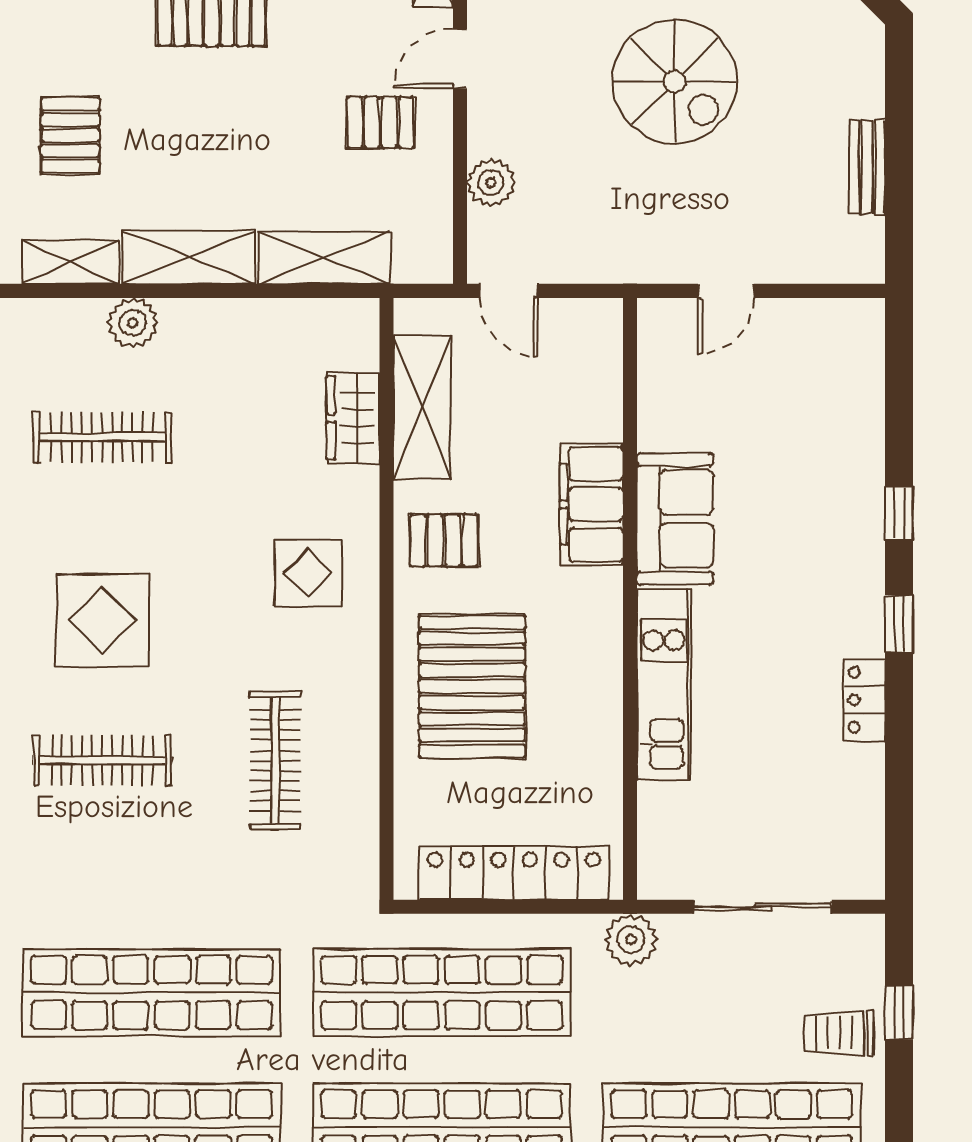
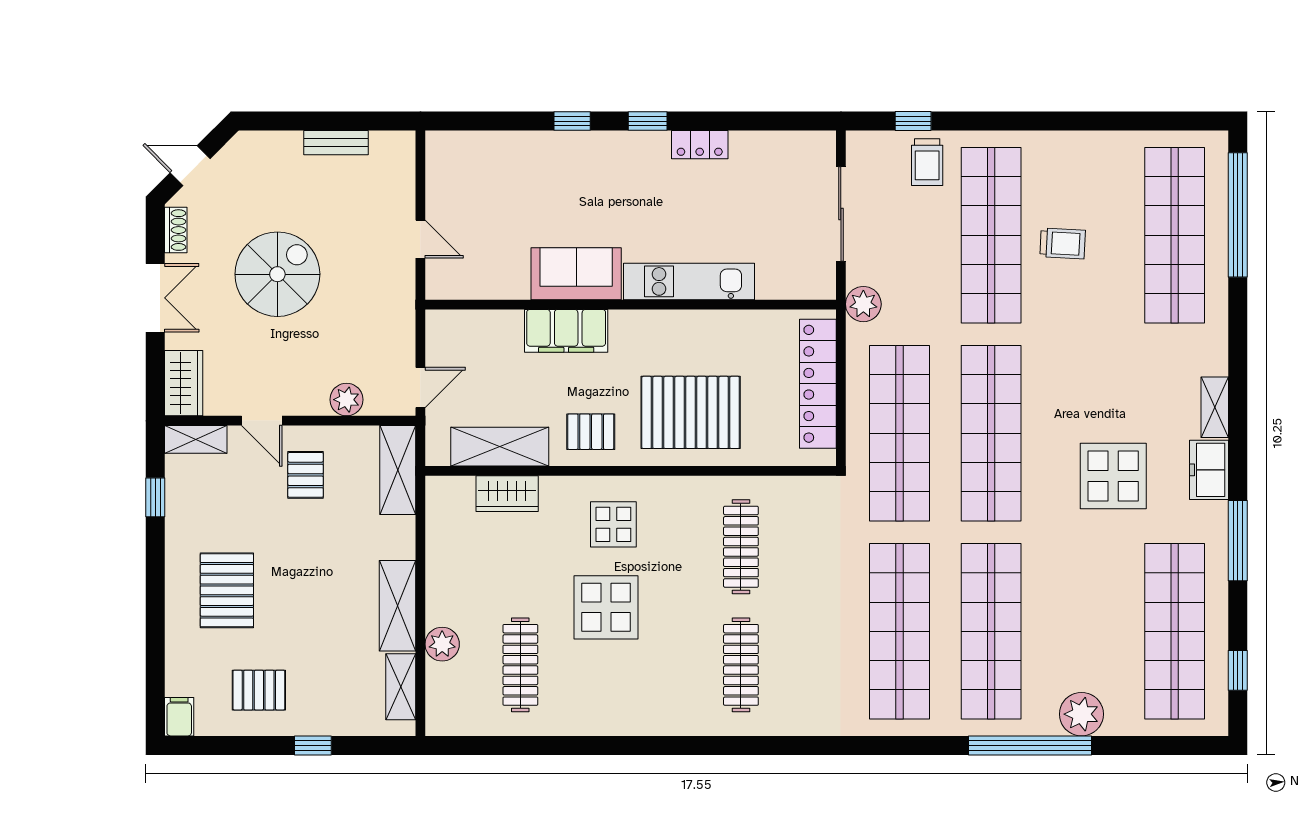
pallet: (70, 135) -> (259, 690), moved
shelving: (324, 258) -> (398, 470), moved
pallet: (444, 540) -> (591, 432), turned 90
display table: (102, 620) -> (606, 607), moved
clothes rail: (275, 760) -> (741, 547), turned 90

